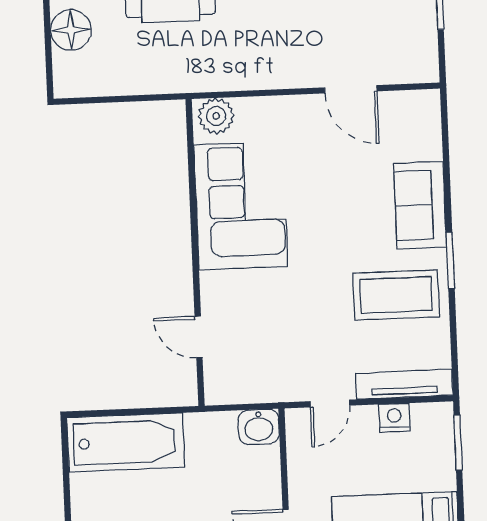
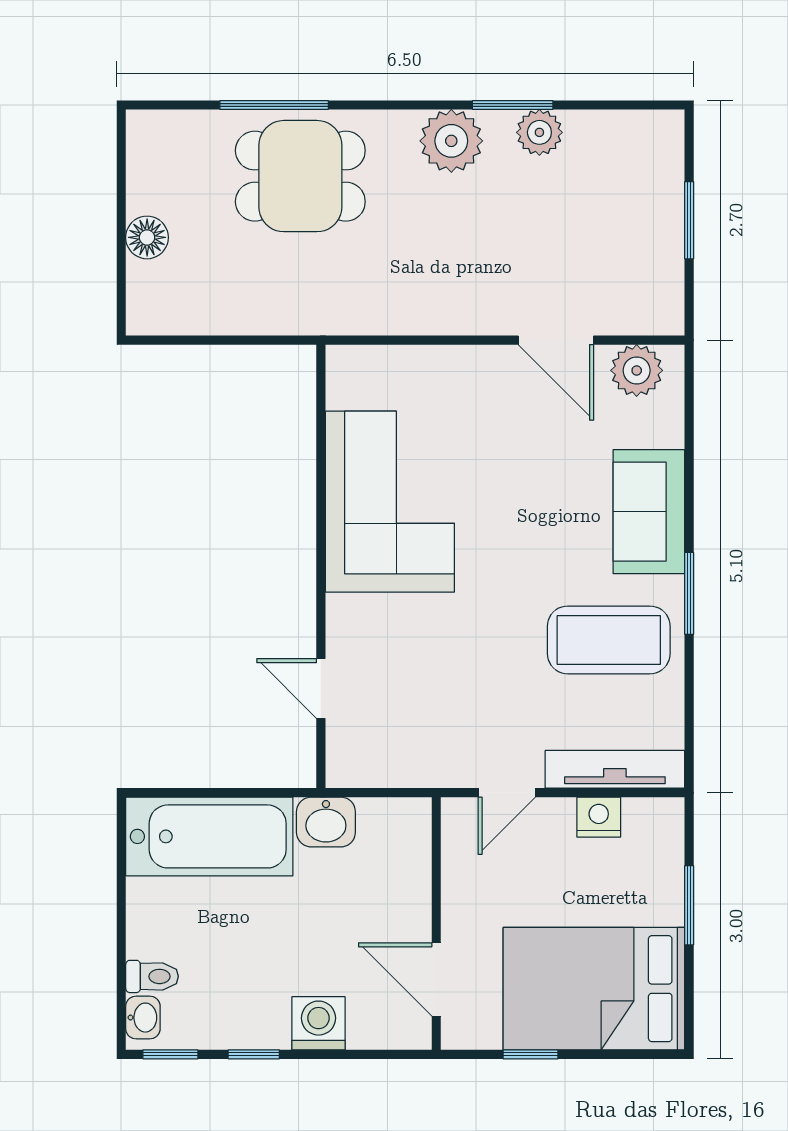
floor lamp: (71, 30) -> (147, 237), width x0.73, depth x0.73
plant: (216, 116) -> (637, 370), moved
washbasin: (259, 427) -> (326, 822), moved
window: (458, 443) -> (689, 905), moved

